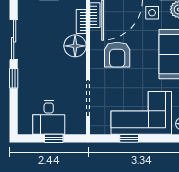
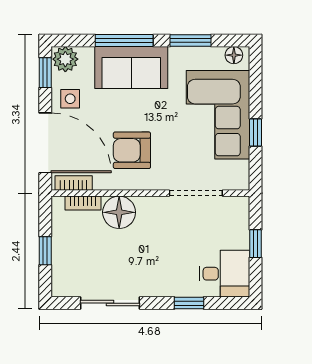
armchair: (117, 55) -> (132, 150), turned 180
window: (14, 78) -> (189, 303), moved
desk: (49, 117) -> (224, 274), moved

